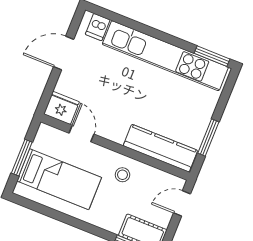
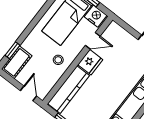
fridge: (61, 108) -> (90, 62), moved
nightstand: (45, 140) -> (96, 16), added

